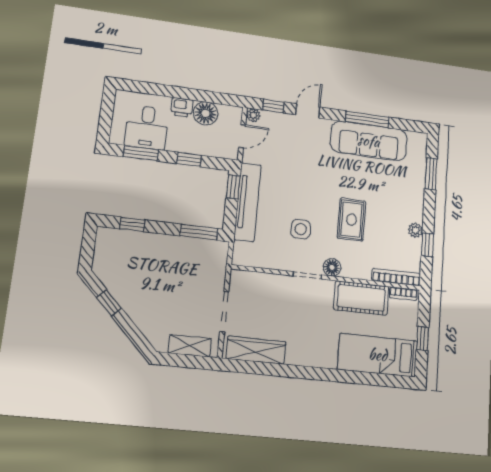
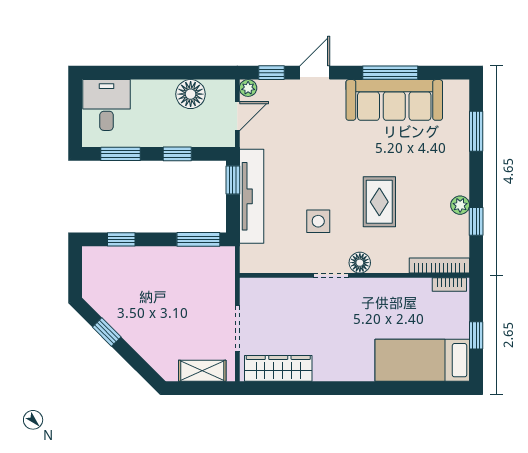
printer: (182, 107) -> (162, 91), removed
desk: (147, 127) -> (107, 105), moved, turned 180
cot: (361, 298) -> (398, 295), removed

